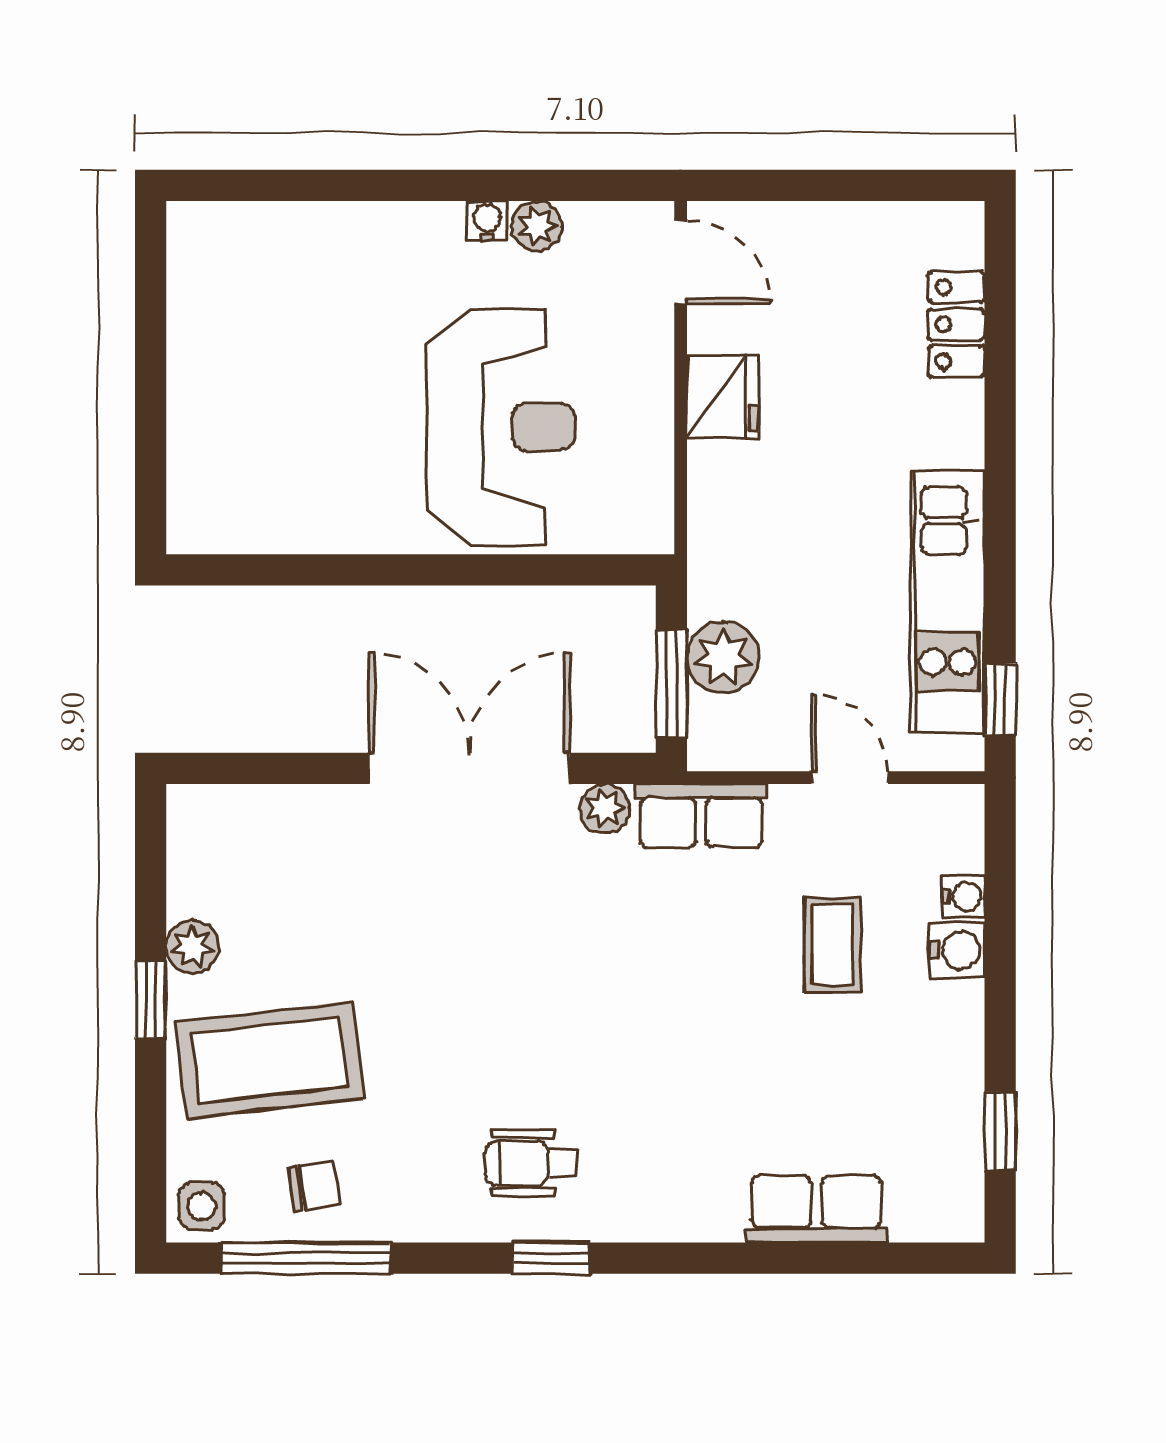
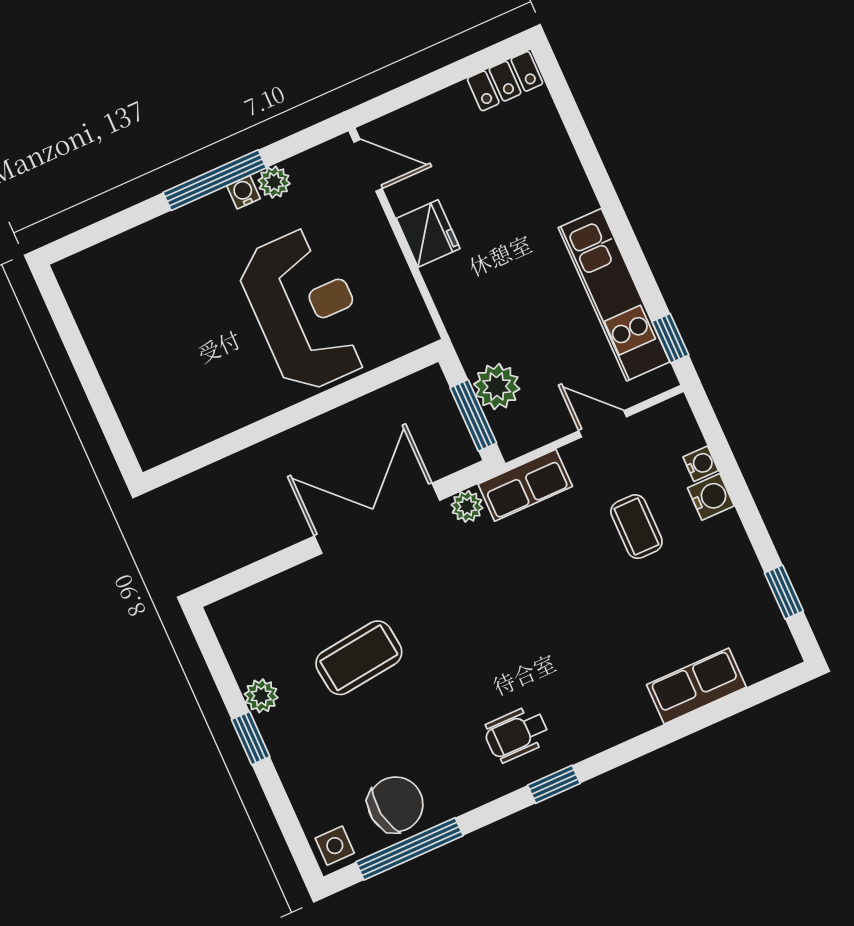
window: (454, 185) -> (215, 180), added
locker: (956, 324) -> (505, 81), moved, turned -90
coffee table: (269, 1060) -> (359, 658), moved, width x0.73, depth x0.76
chair: (314, 1186) -> (396, 804), width x1.87, depth x1.87

